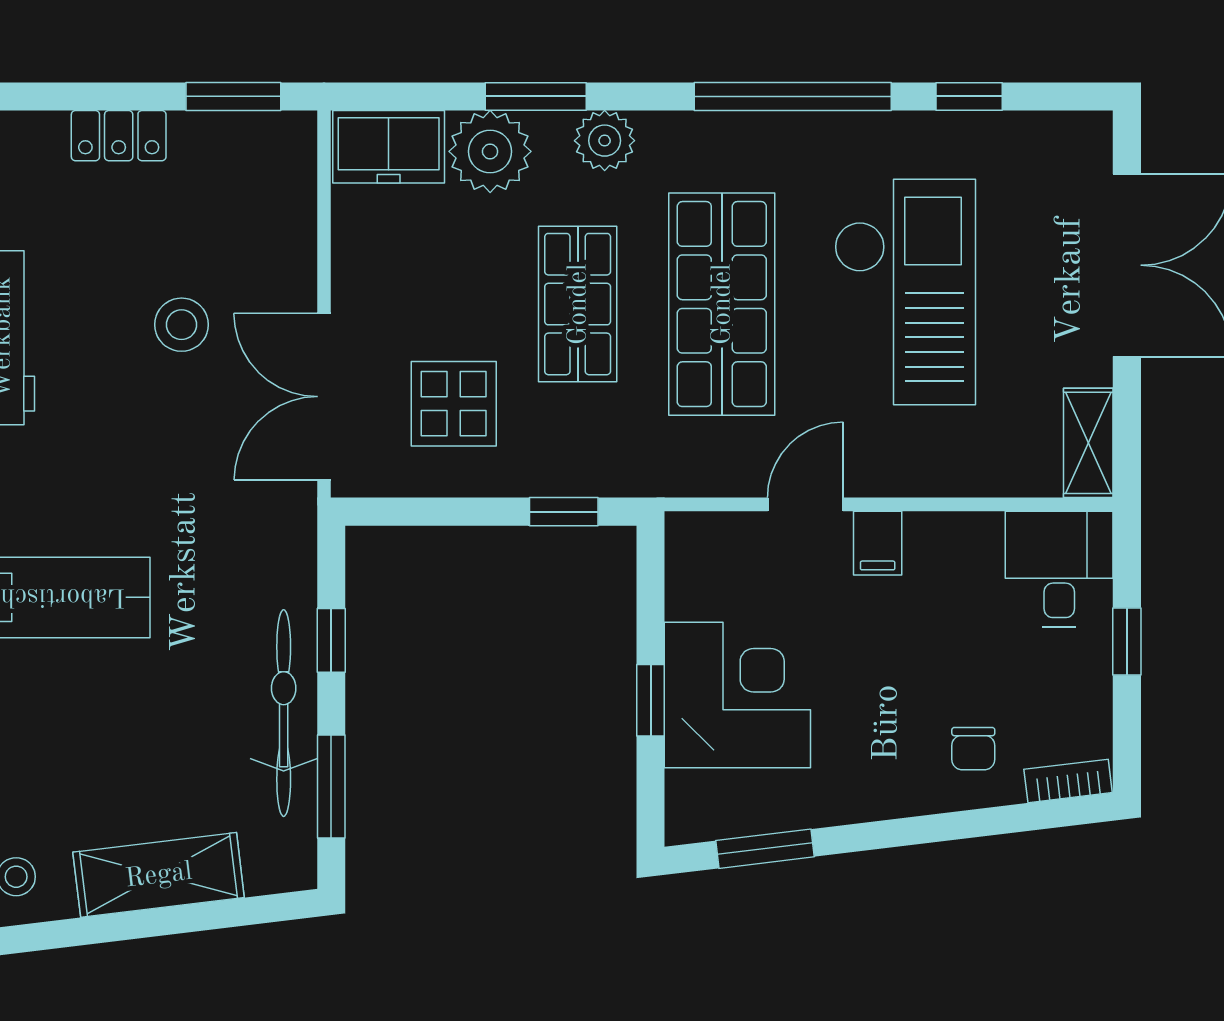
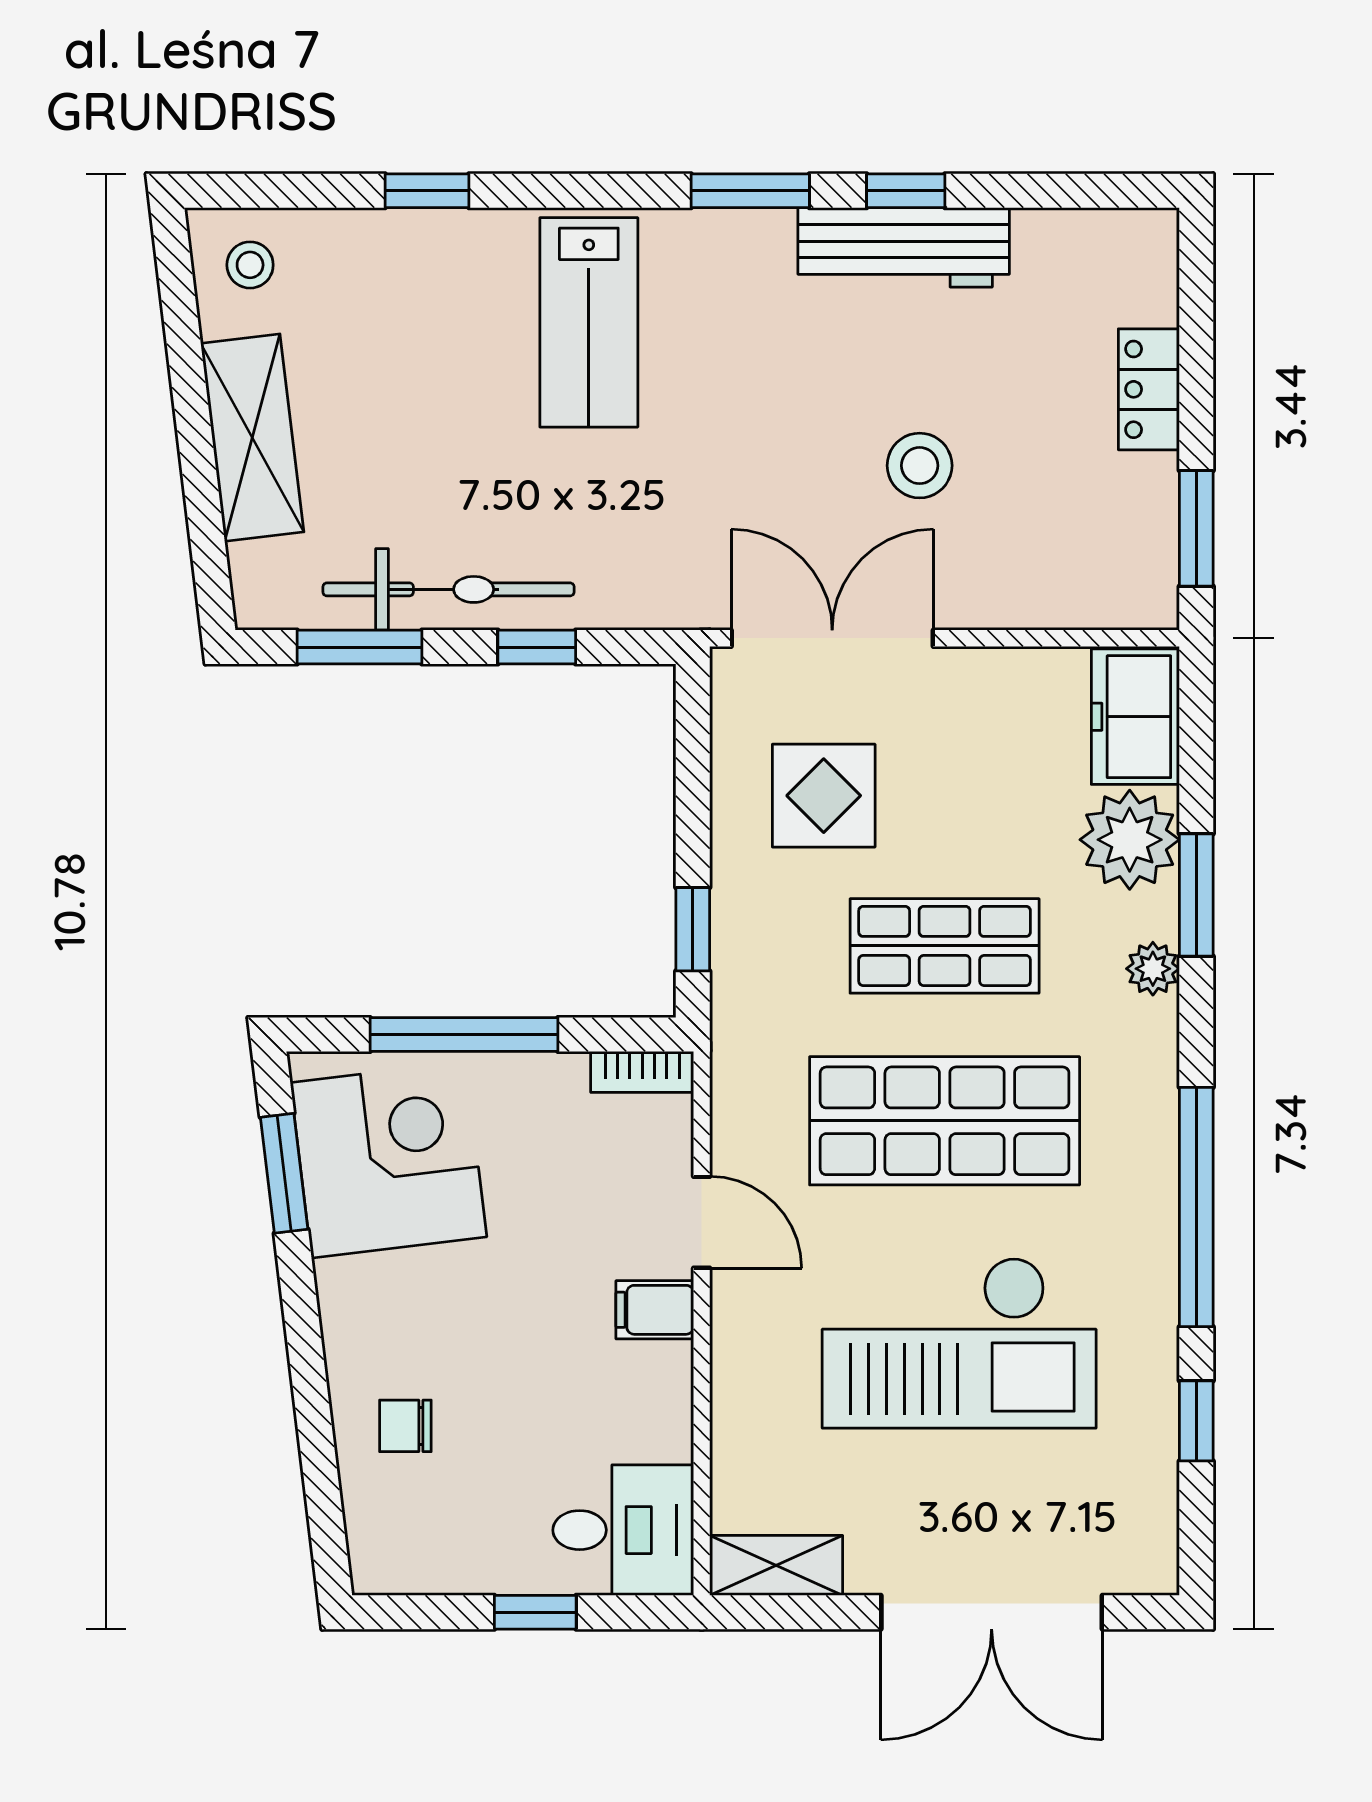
plant: (605, 141) -> (1153, 969), width x0.73, depth x0.73
corner desk: (737, 695) -> (388, 1160), moved, turned -97
window: (651, 700) -> (464, 1034), width x2.17
bookcase: (1068, 781) -> (642, 1072), moved, turned 97

